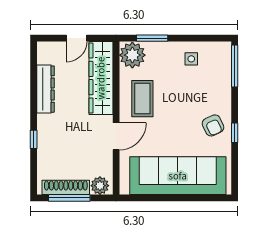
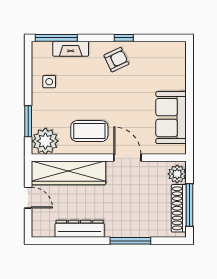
fireplace: (224, 80) -> (71, 49), added
window: (34, 139) -> (130, 241), width x2.17
sofa: (178, 176) -> (171, 118), width x0.54, depth x0.79

